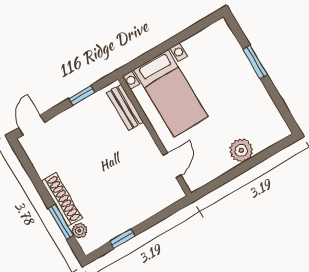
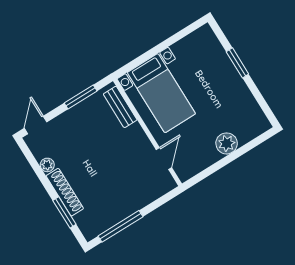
window: (82, 95) -> (81, 97), width x1.50
plant: (80, 231) -> (47, 165), moved
window: (122, 239) -> (121, 226), width x2.17

